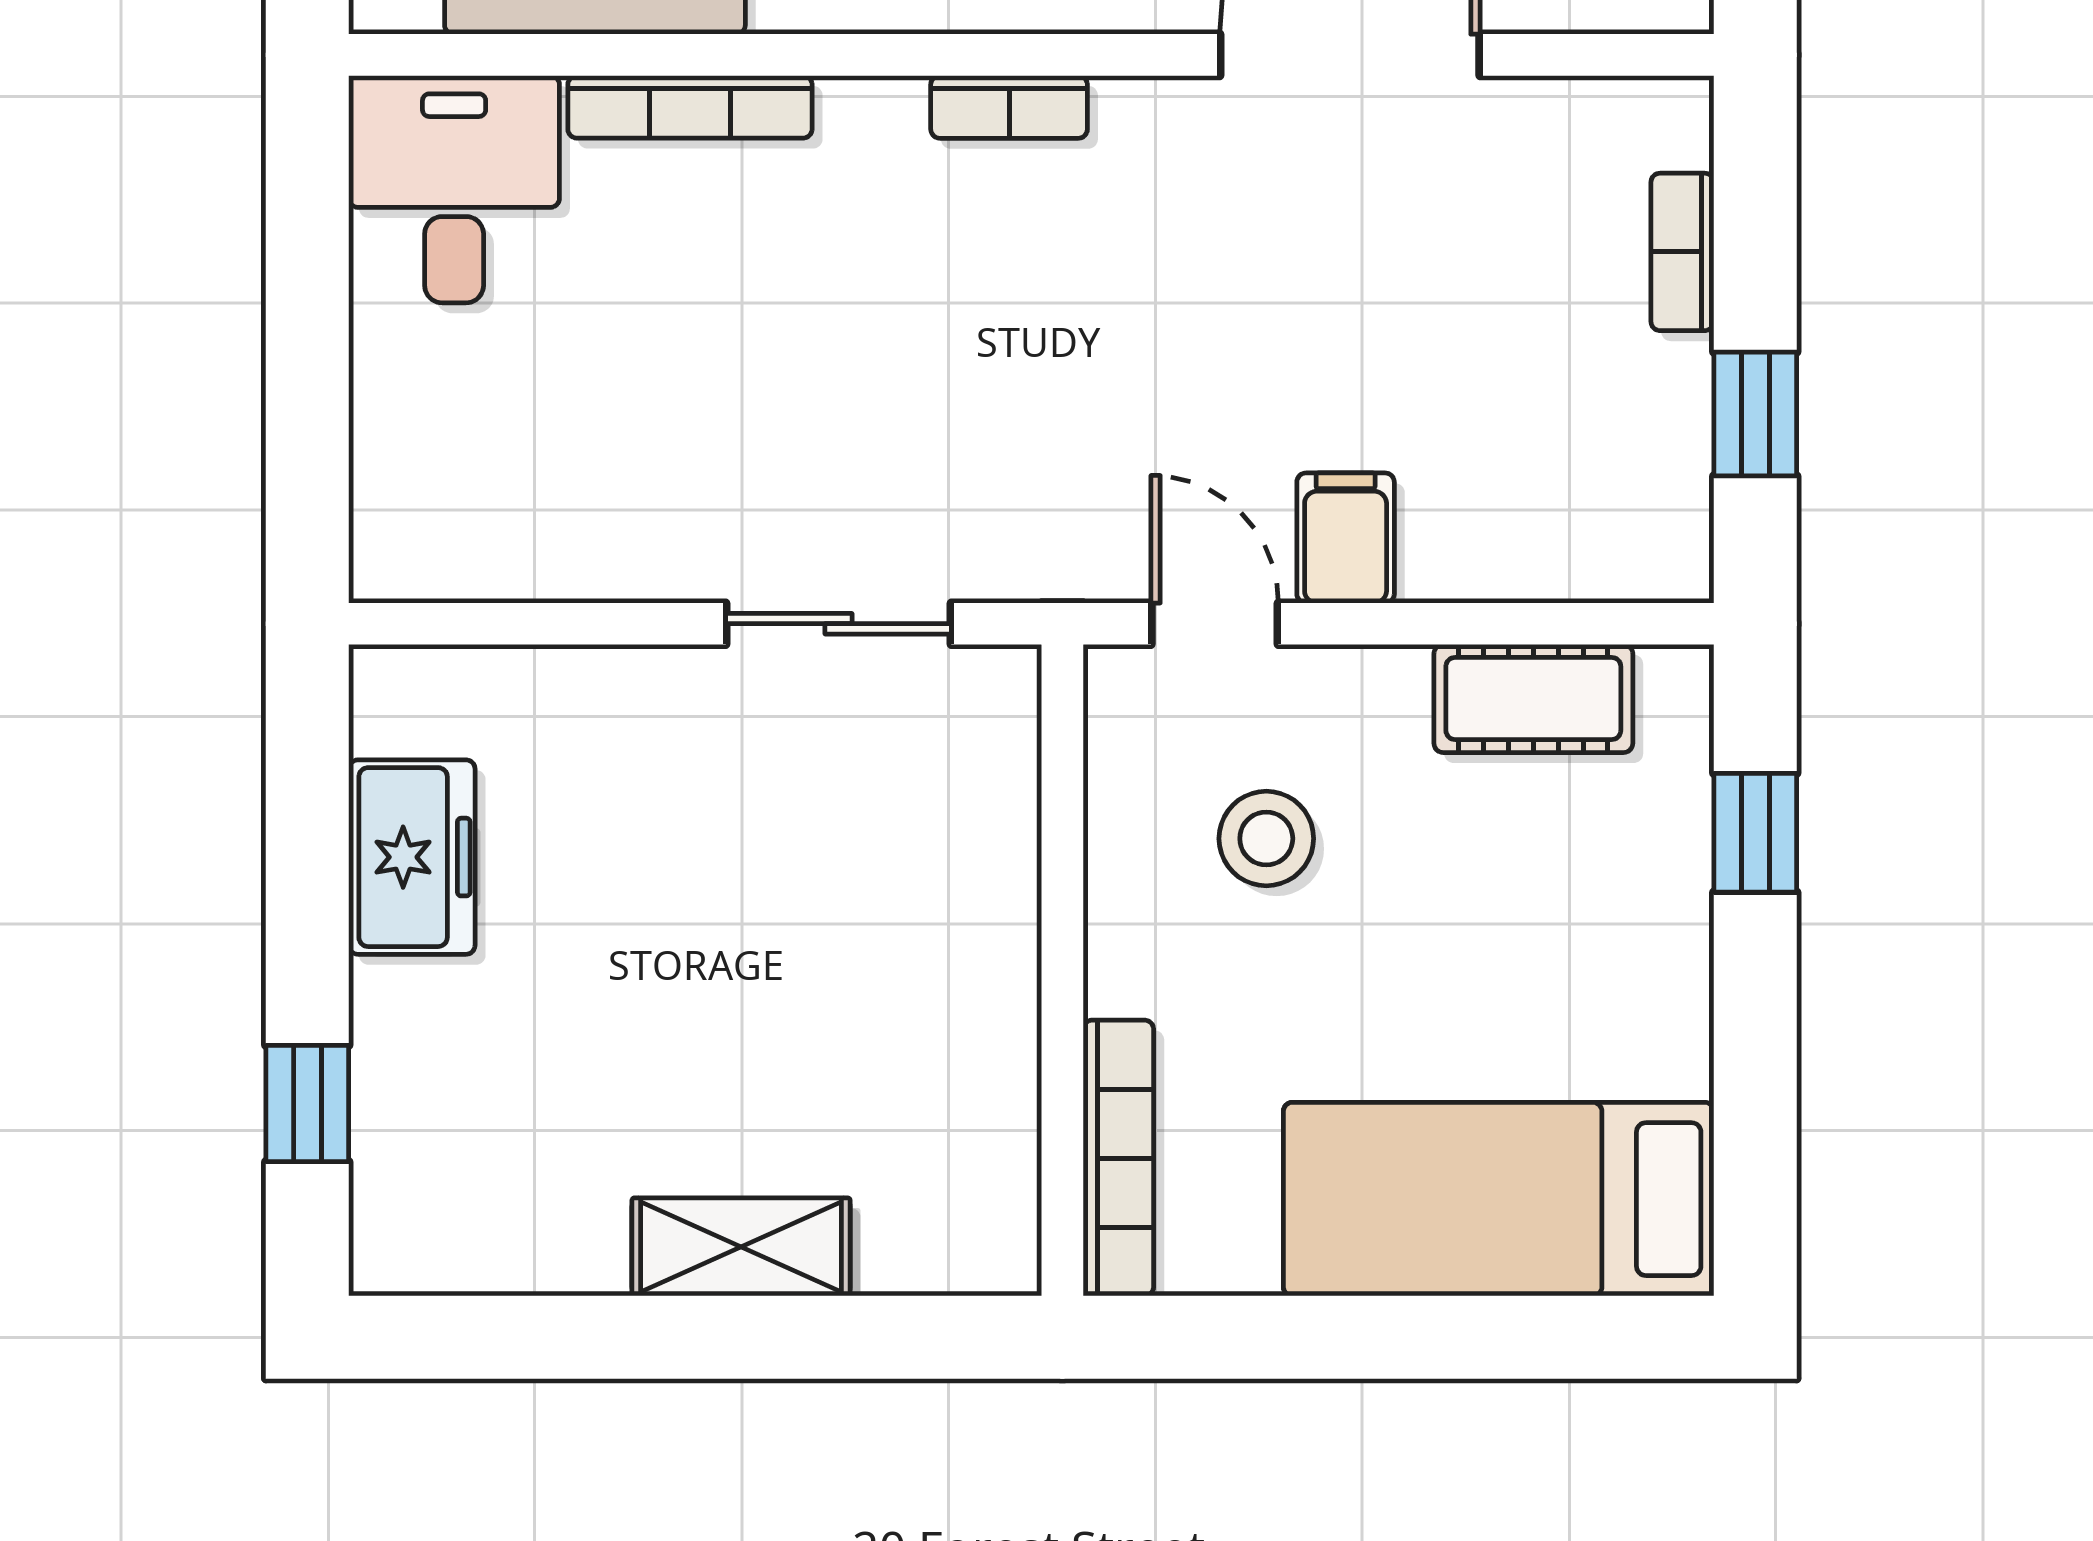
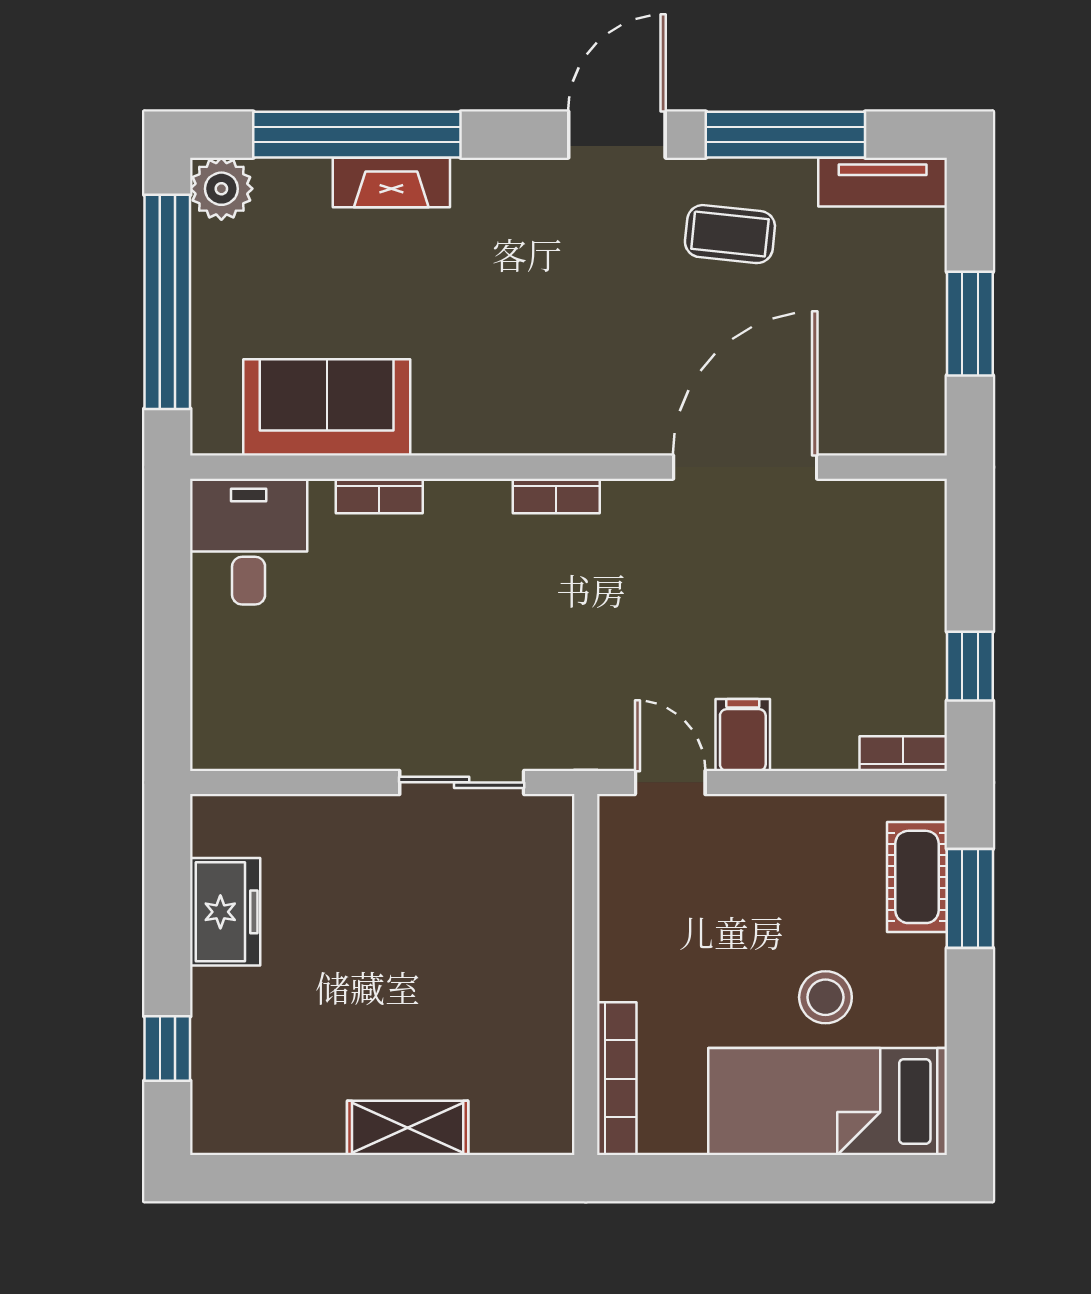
bookcase: (690, 107) -> (379, 496), width x0.64
bookcase: (1682, 252) -> (903, 754), moved, turned 90
cot: (1533, 698) -> (917, 877), moved, turned 90
window: (1755, 833) -> (970, 898), width x1.50
stool: (1266, 839) -> (825, 997), moved

